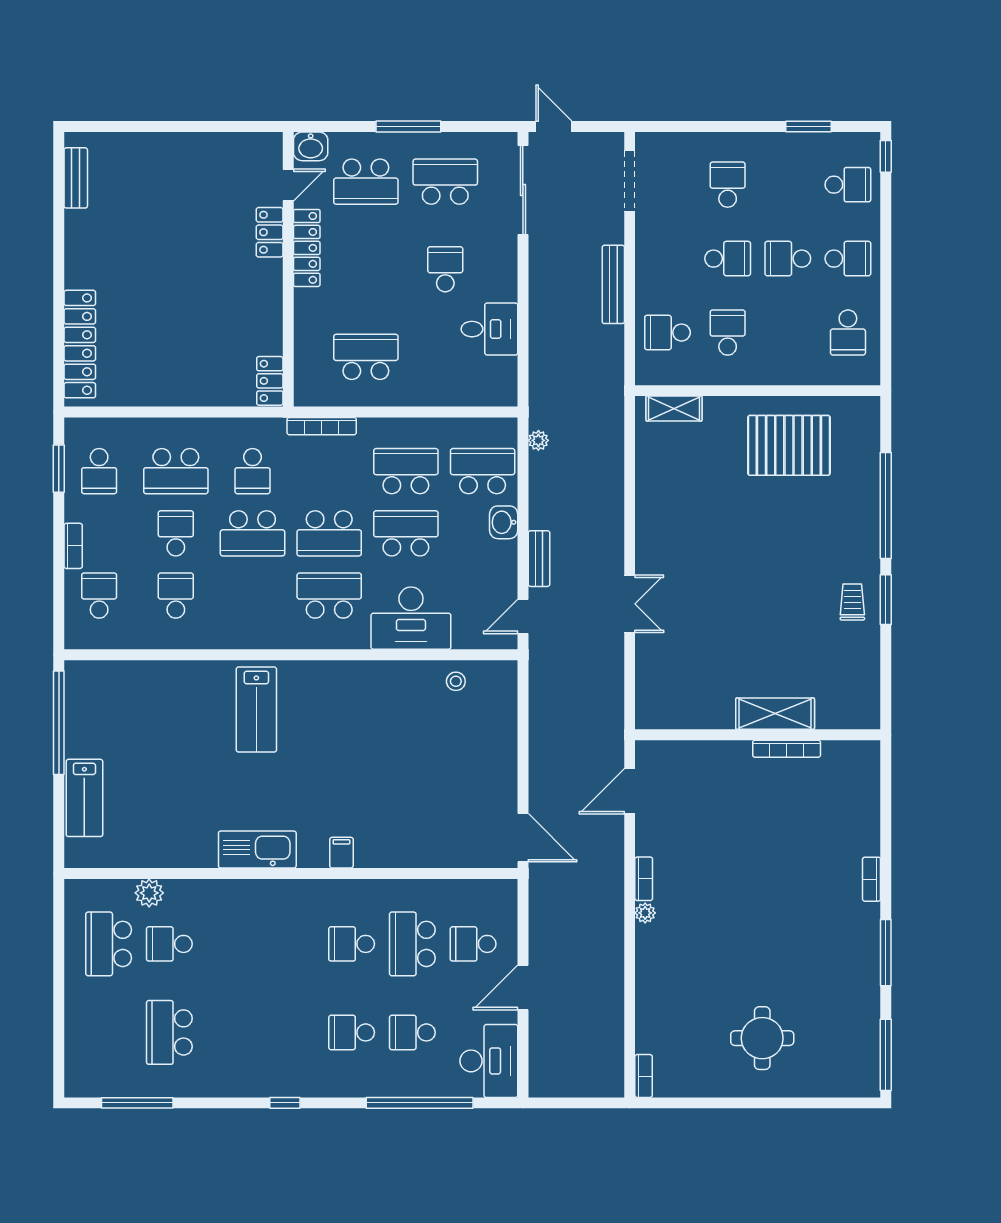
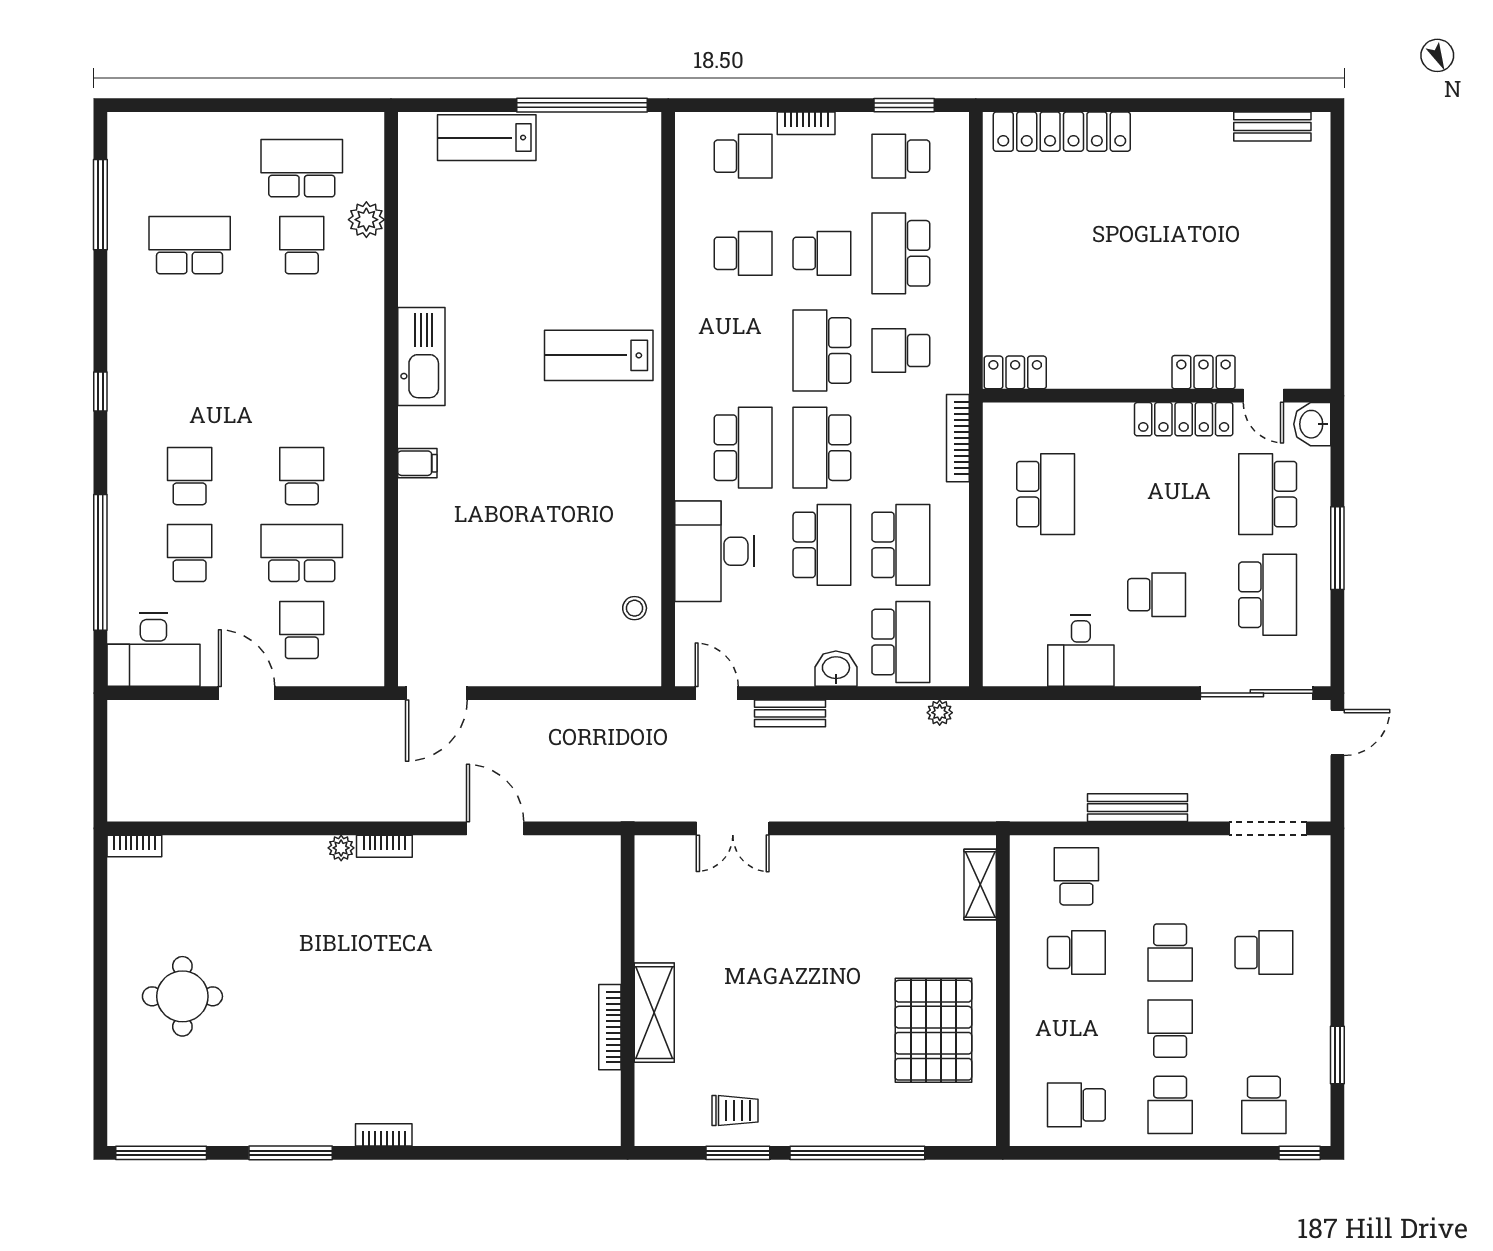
shelving: (775, 714) -> (654, 1013), moved
wall: (758, 735) -> (628, 991), moved
bookcase: (787, 749) -> (610, 1027), moved

